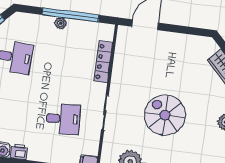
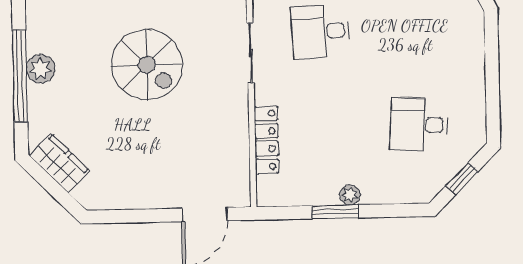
window: (71, 15) -> (335, 212), width x0.47

